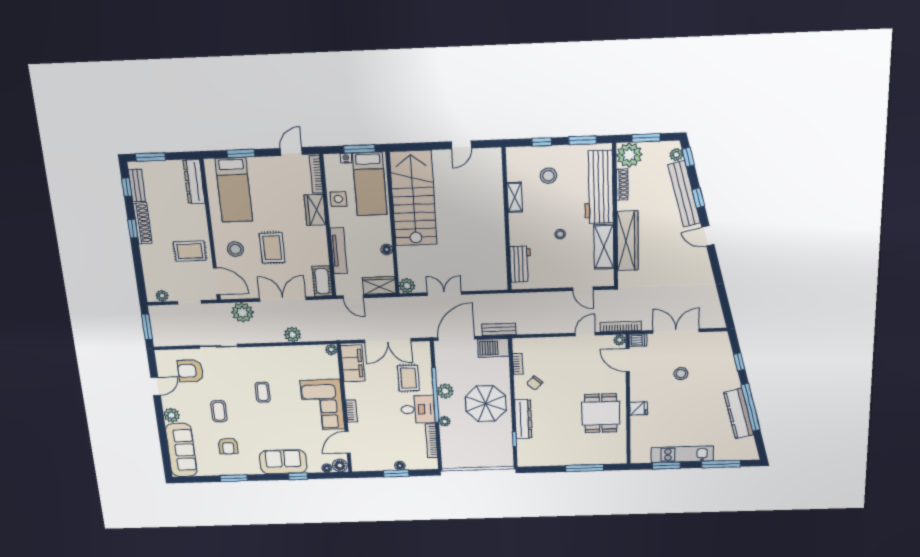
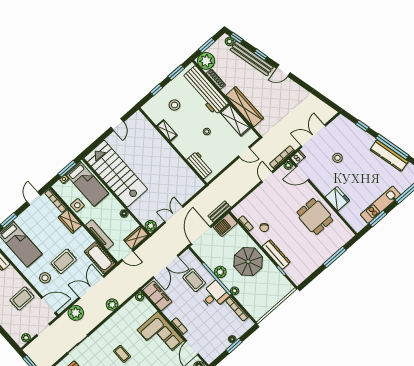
rug: (272, 248) -> (64, 261), turned 90
cot: (322, 281) -> (100, 258), width x1.37, depth x1.34
fridge: (639, 408) -> (337, 199), width x1.88, depth x1.34

